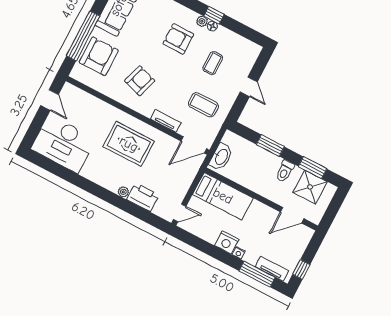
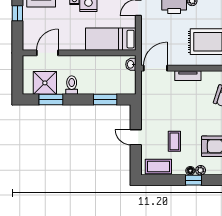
coffee table: (203, 105) -> (158, 167), moved
window: (270, 145) -> (105, 100), moved
washbasin: (221, 157) -> (131, 64), width x0.52, depth x0.69

